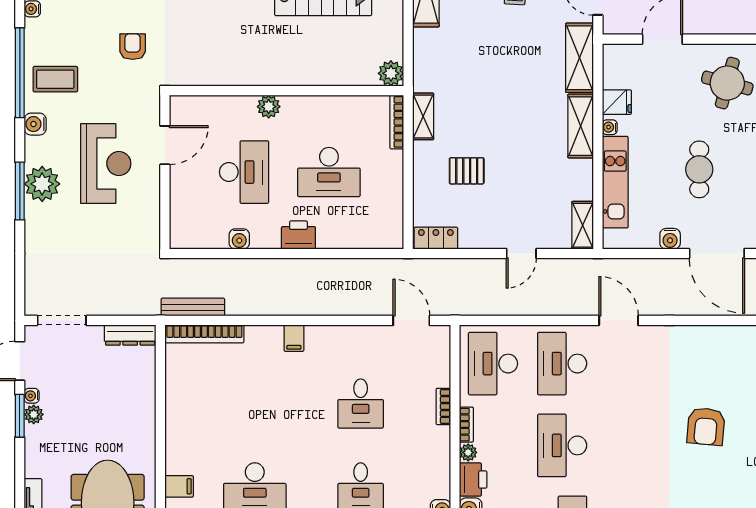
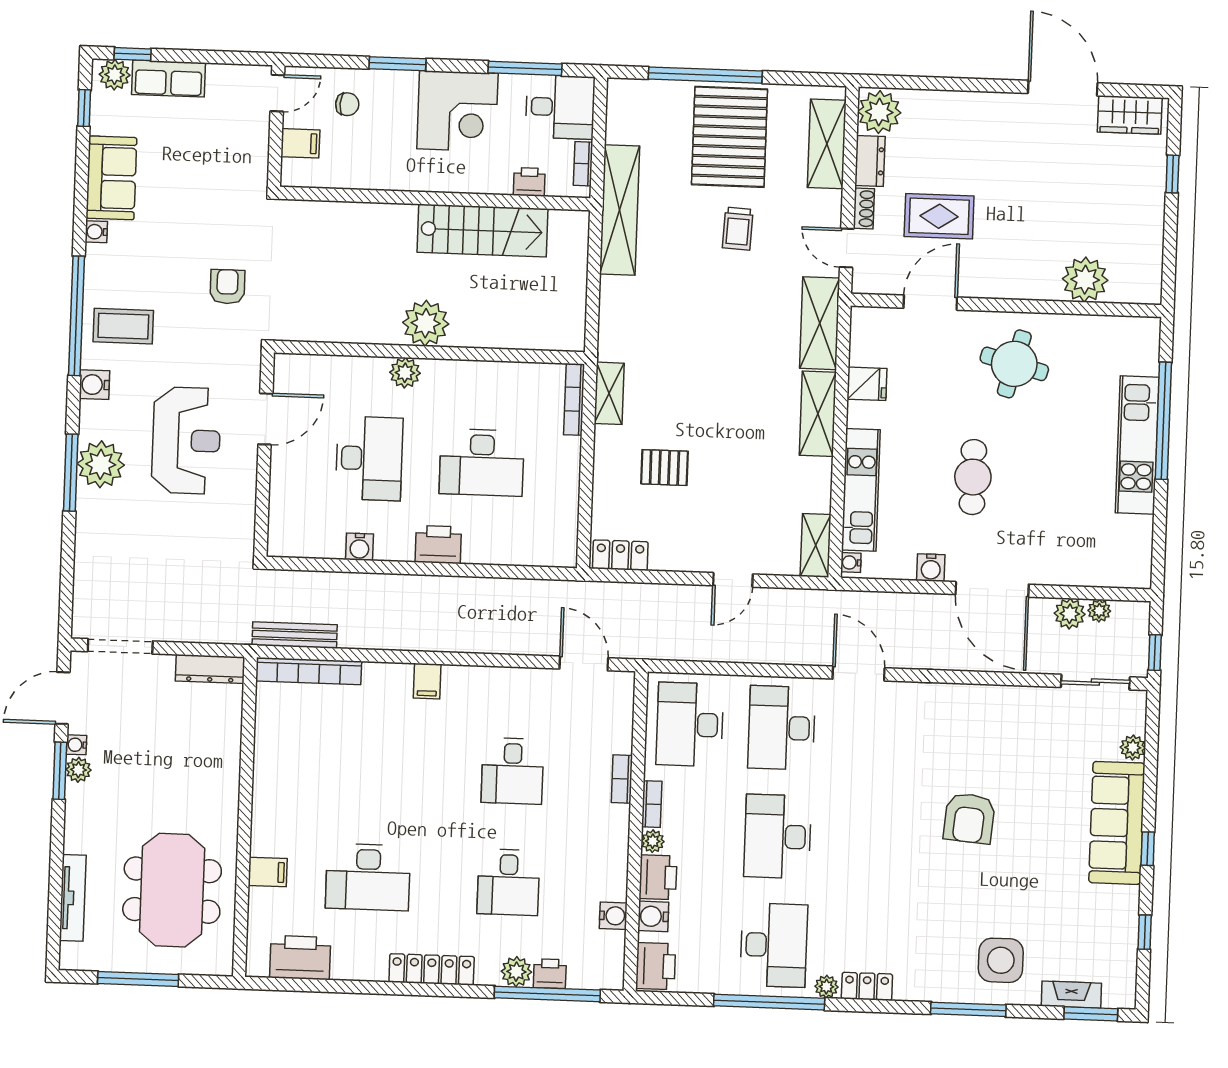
plant: (391, 73) -> (426, 323), moved, width x1.36, depth x1.36
water cooler: (610, 127) -> (851, 563), moved

